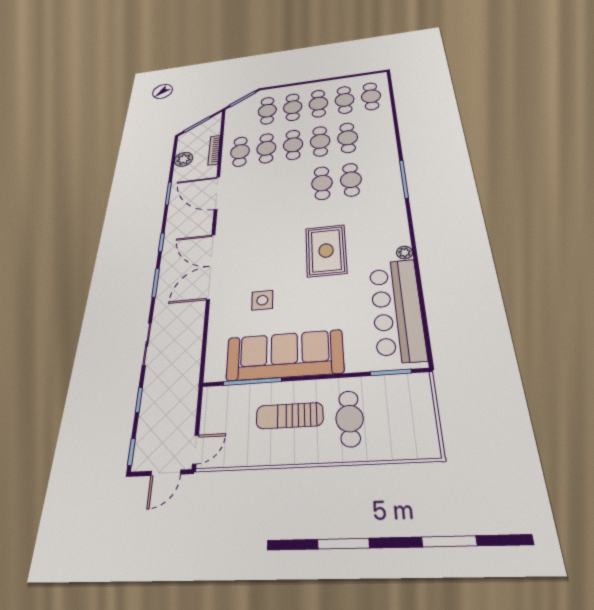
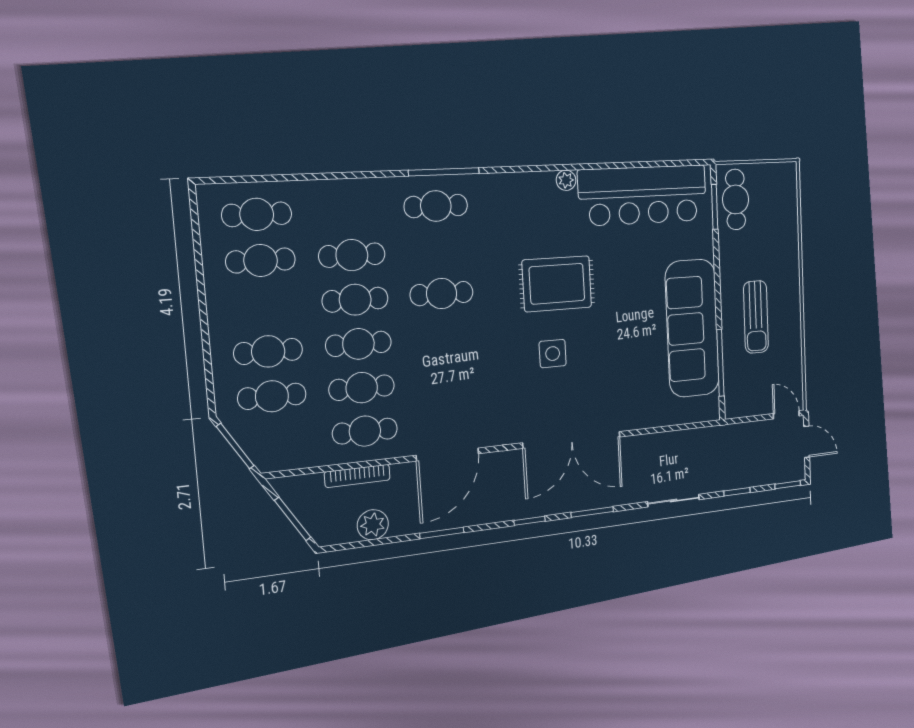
cafe table: (318, 104) -> (264, 306), removed
cafe table: (351, 180) -> (436, 206), moved
side table: (262, 300) -> (553, 354), moved
cafe table: (350, 419) -> (736, 200), moved, turned 90

